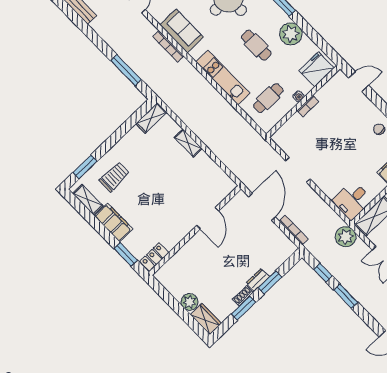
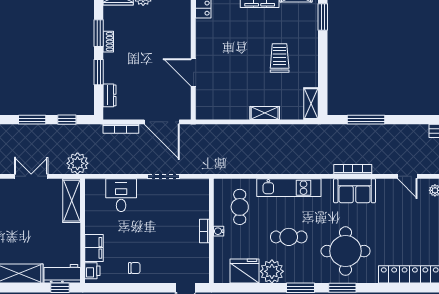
fridge: (317, 69) -> (245, 271), moved, turned -90
trolley: (114, 177) -> (280, 58), moved, turned 180
desk: (352, 200) -> (121, 195), moved
dresser: (258, 280) -> (110, 95), moved

